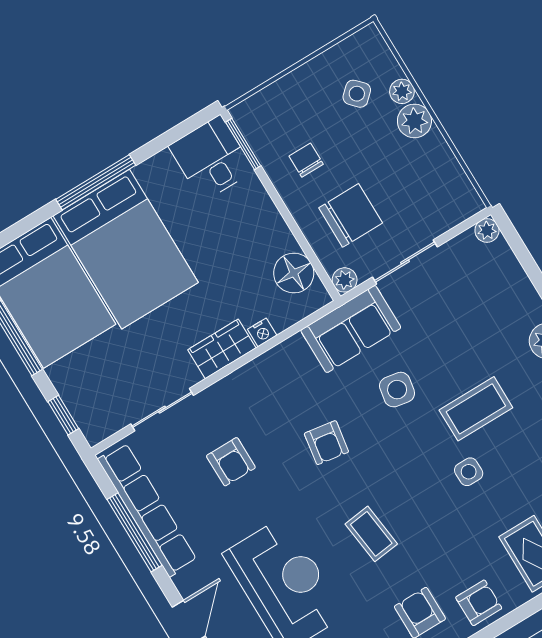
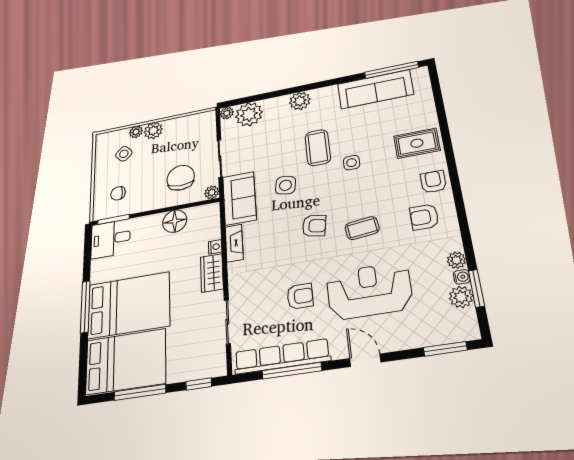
chair: (306, 160) -> (118, 193), moved
plant: (497, 269) -> (249, 114), added
floor lamp: (294, 273) -> (175, 221), moved
fireplace: (279, 358) -> (234, 243), added
armchair: (326, 443) -> (314, 226), moved
armchair: (231, 462) -> (300, 296), moved

